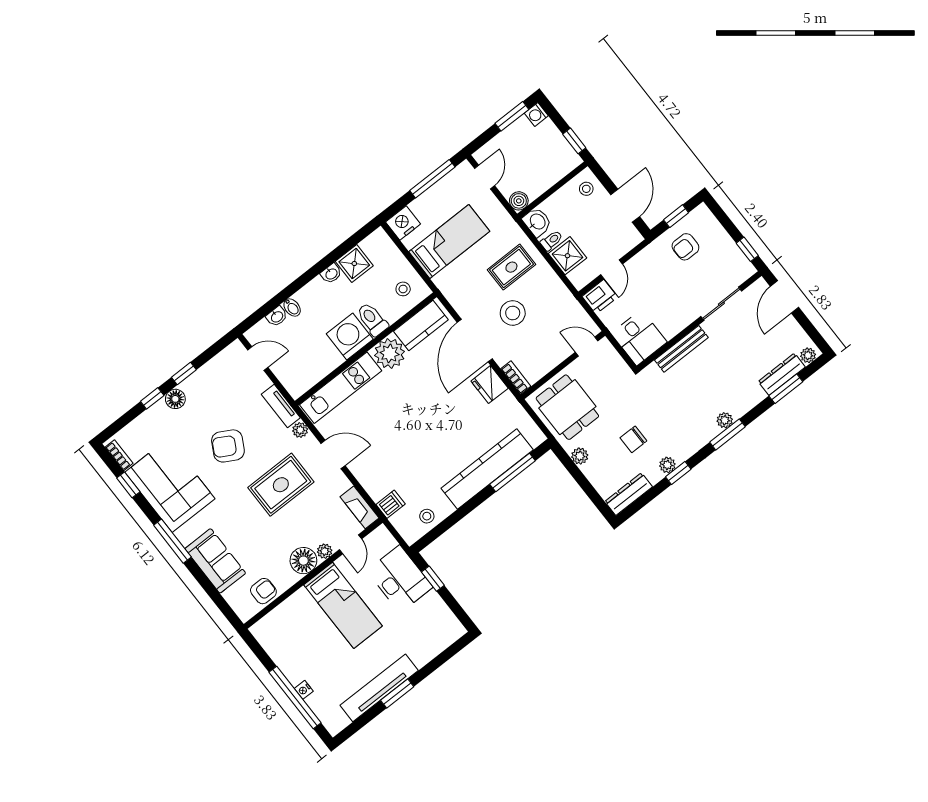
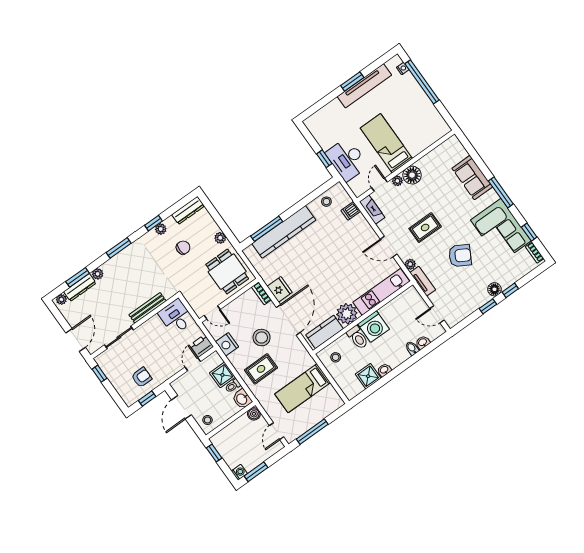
nightstand: (403, 223) -> (227, 344), moved, turned 90
plant: (725, 420) -> (98, 274), moved
rug: (281, 485) -> (425, 228), width x0.73, depth x0.70
armchair: (263, 591) -> (440, 155), removed
nightstand: (304, 690) -> (403, 68), moved

